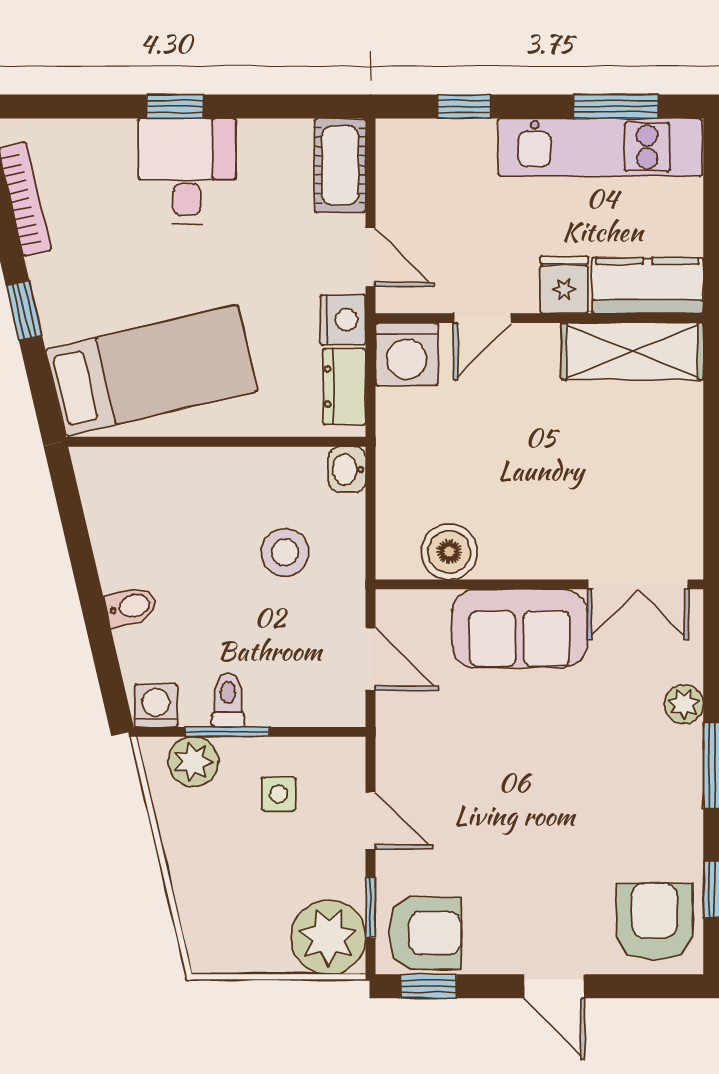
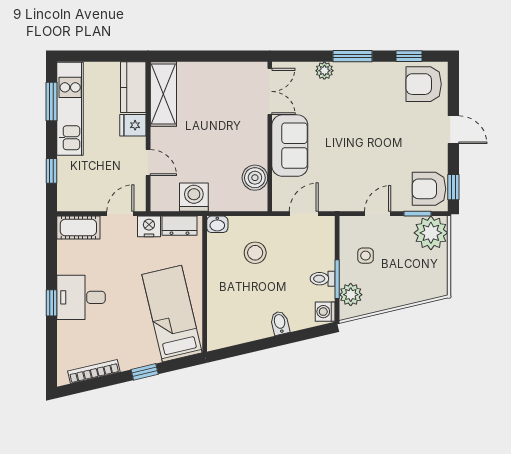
washing machine: (407, 354) -> (194, 197), moved, turned -90
armchair: (425, 933) -> (429, 189), turned -90
door: (554, 986) -> (453, 130), hinge flipped

